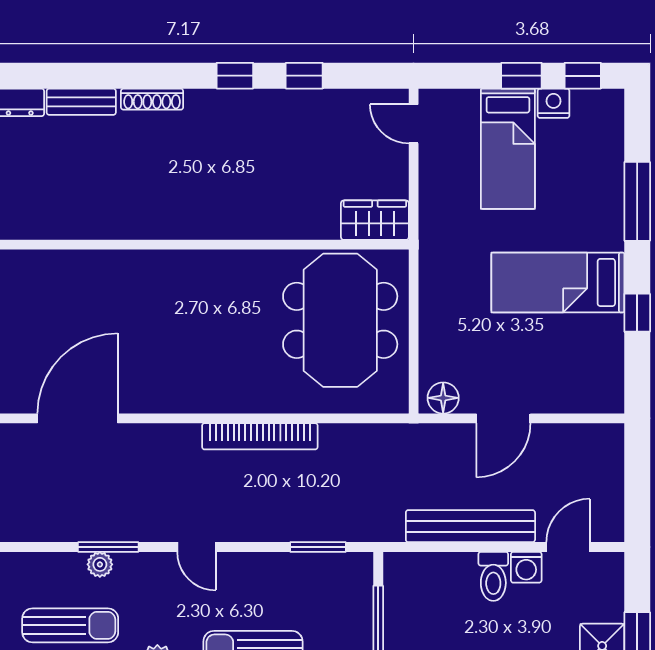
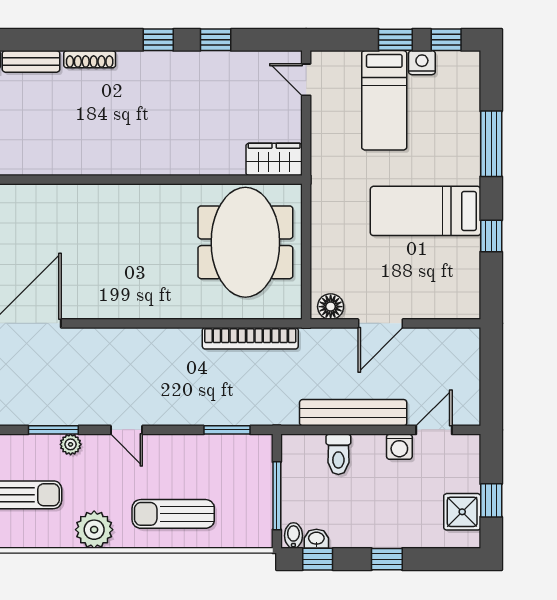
bookcase: (260, 436) -> (250, 338), moved
plant: (100, 564) -> (71, 444), moved
toilet: (493, 576) -> (338, 454), moved

